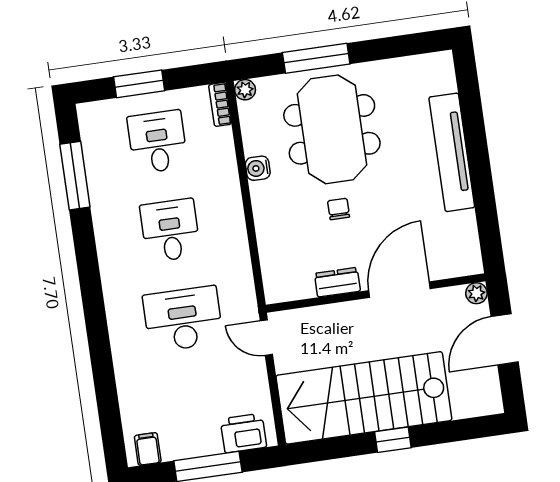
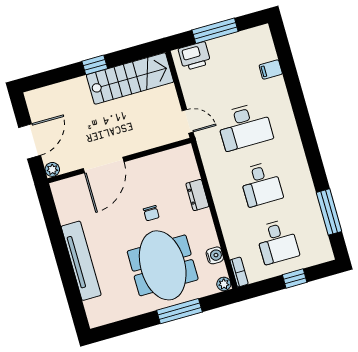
window: (139, 84) -> (295, 279), width x0.67
water cooler: (258, 168) -> (215, 255), moved
dresser: (337, 282) -> (197, 195), moved, turned 90
stairs: (364, 398) -> (130, 78), width x0.73, depth x0.66
filing cabinet: (148, 449) -> (271, 69), moved, turned 90

